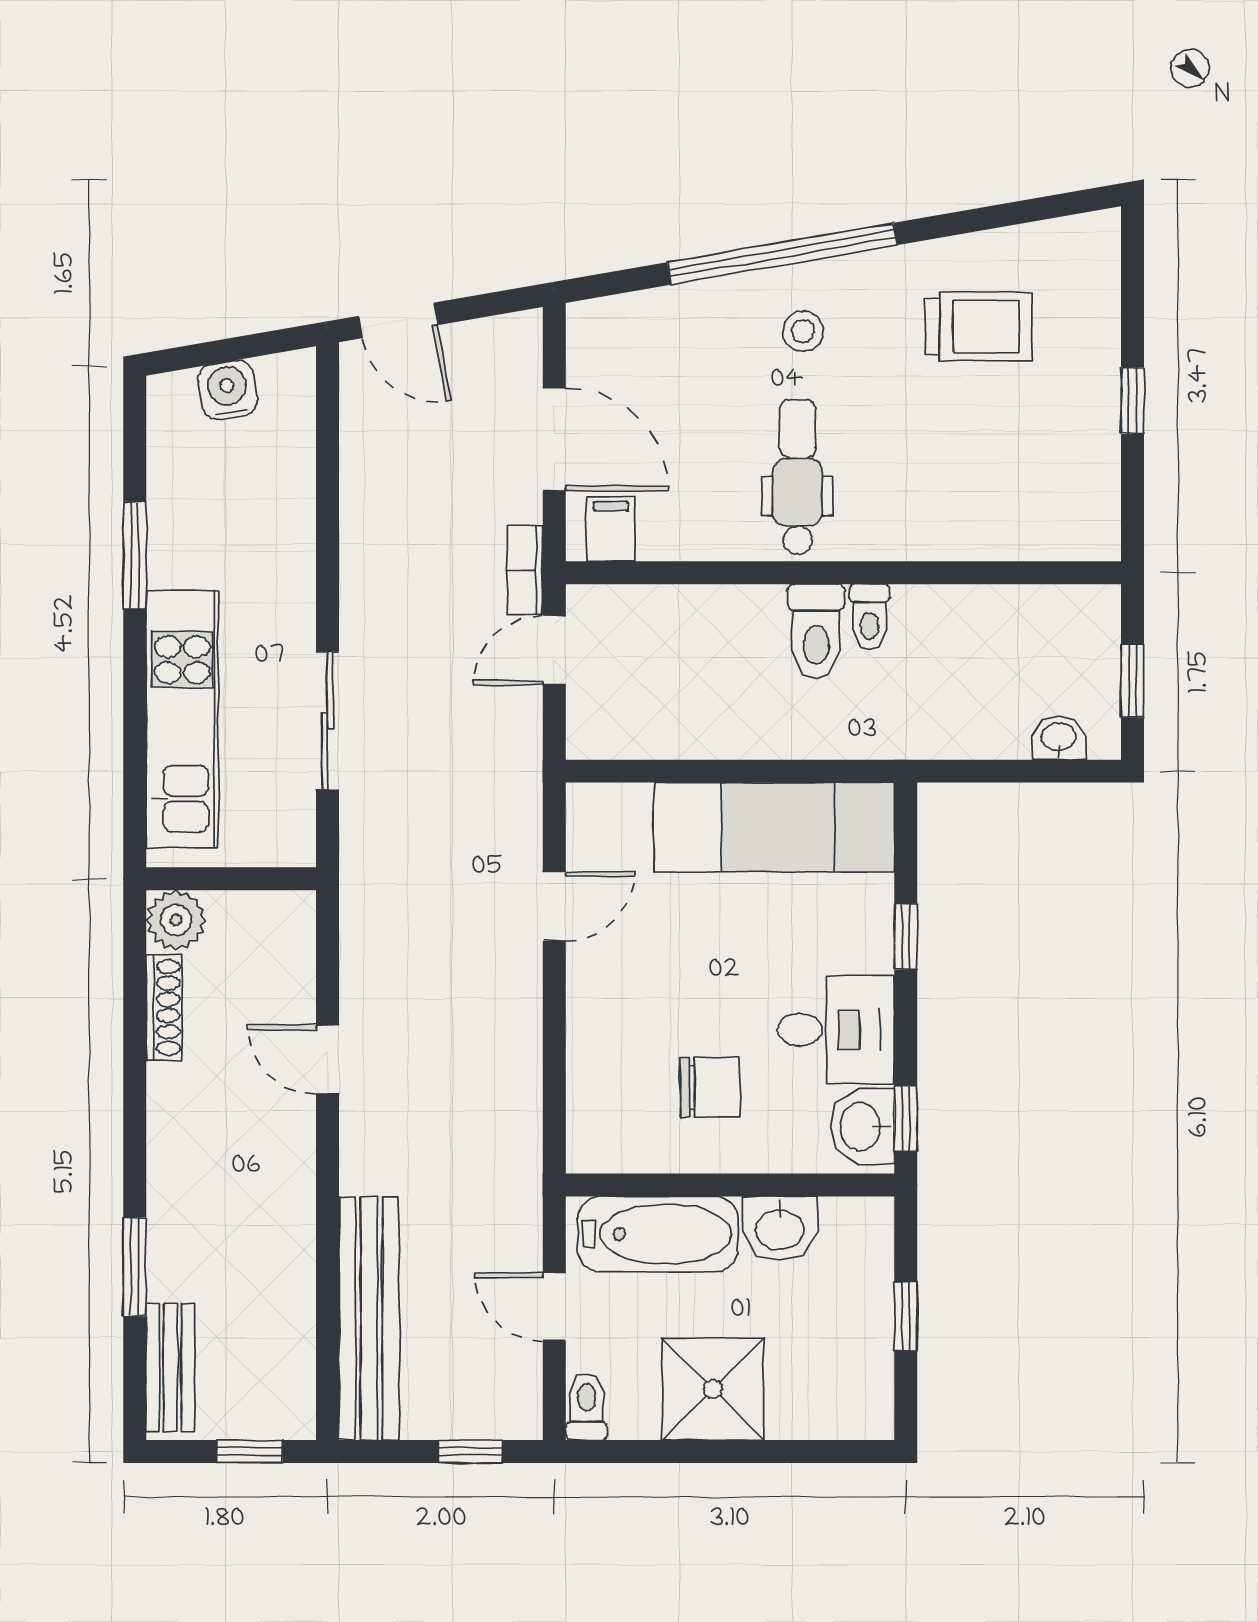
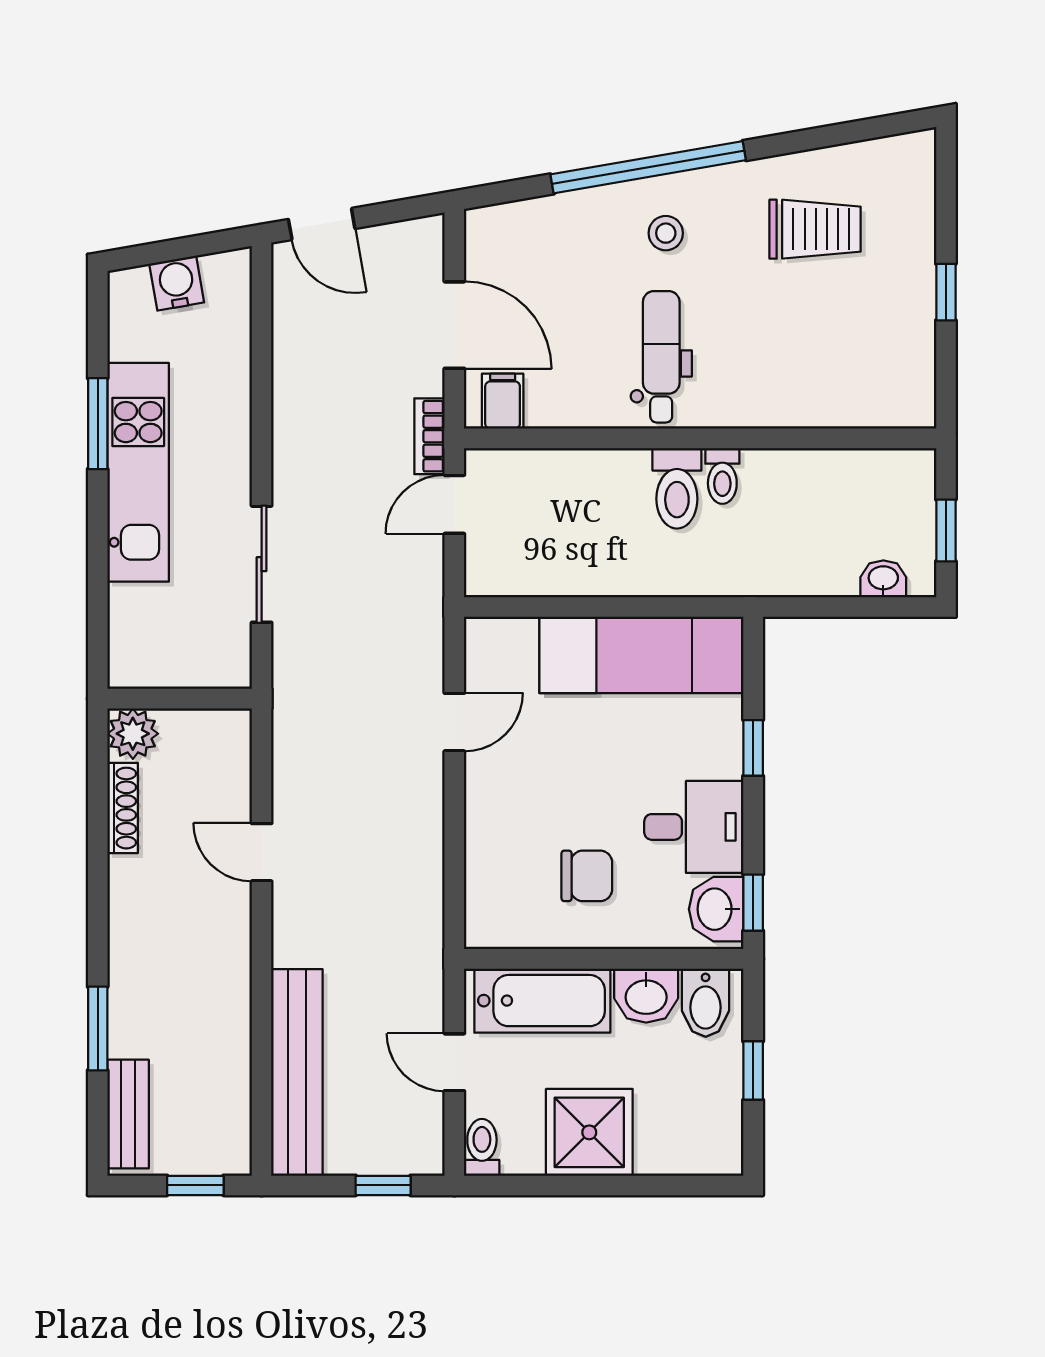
kitchen unit: (182, 719) -> (138, 472), moved
bidet: (850, 1236) -> (706, 1003), added

